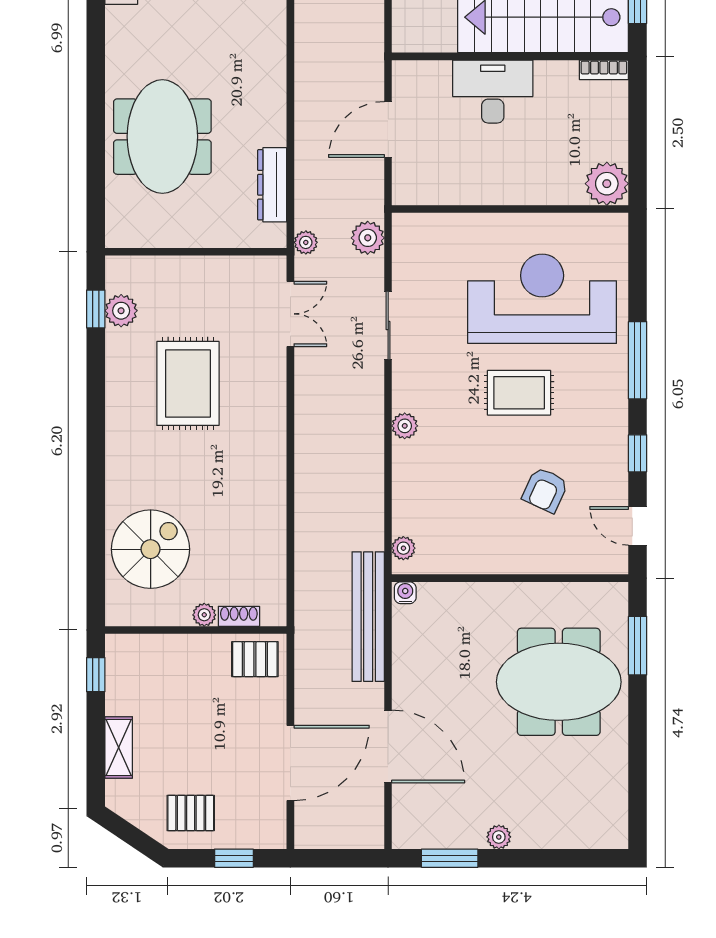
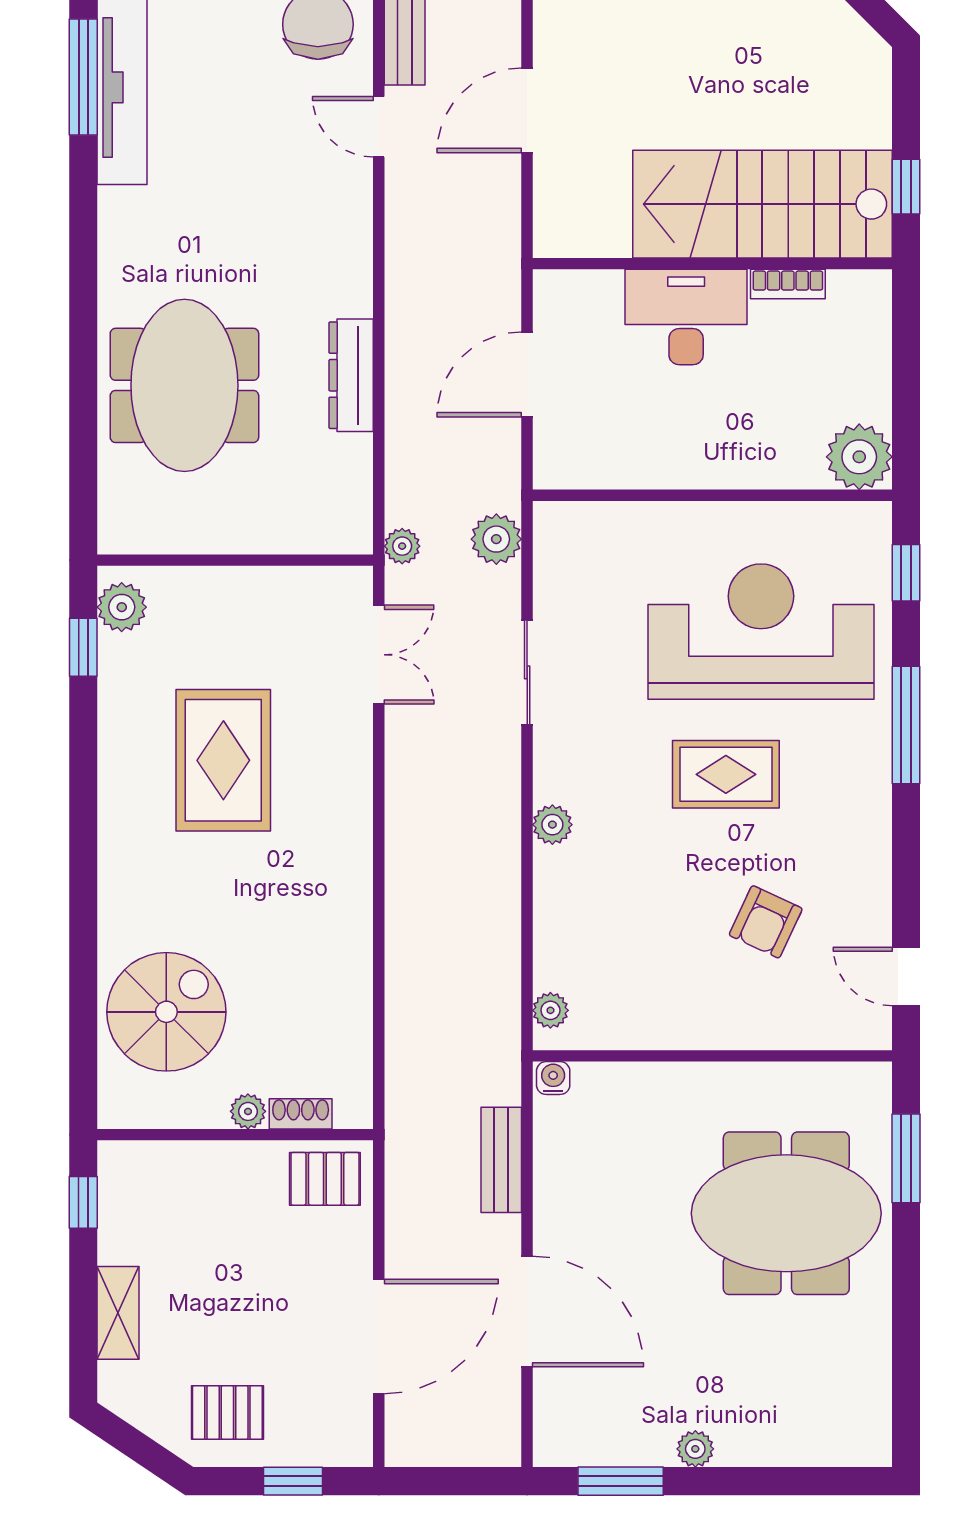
bookcase: (604, 70) -> (788, 284), moved
dresser: (272, 185) -> (351, 375), moved
plant: (121, 311) -> (122, 607), moved
window: (638, 453) -> (906, 573), moved
bench: (368, 617) -> (501, 1160), width x0.54, depth x0.82

